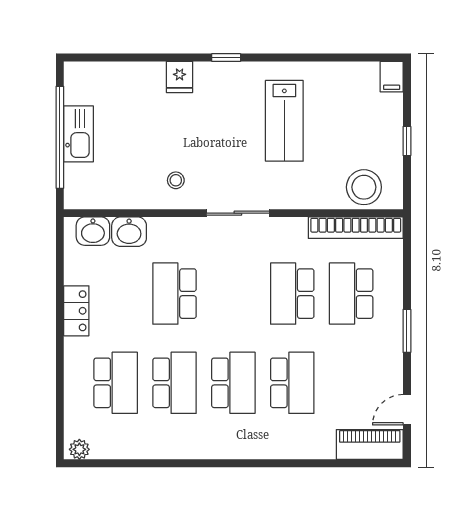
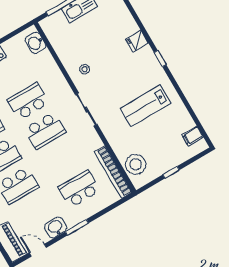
filing cabinet: (392, 77) -> (193, 136), moved
washbasin: (129, 232) -> (56, 228), moved, turned 90
school desk: (292, 294) -> (45, 131), moved, turned 180

